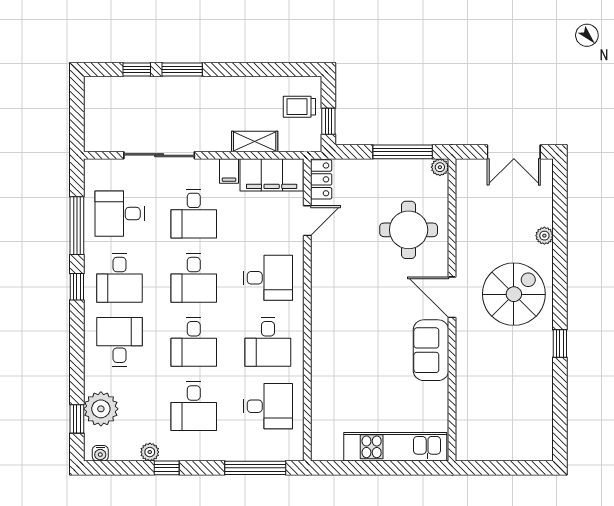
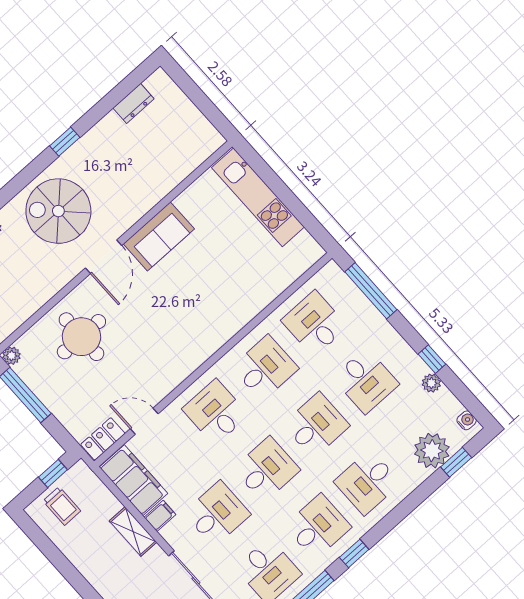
shelving: (255, 141) -> (133, 532), moved
desk: (194, 406) -> (366, 381), turned 90
dresser: (543, 418) -> (133, 103), added

